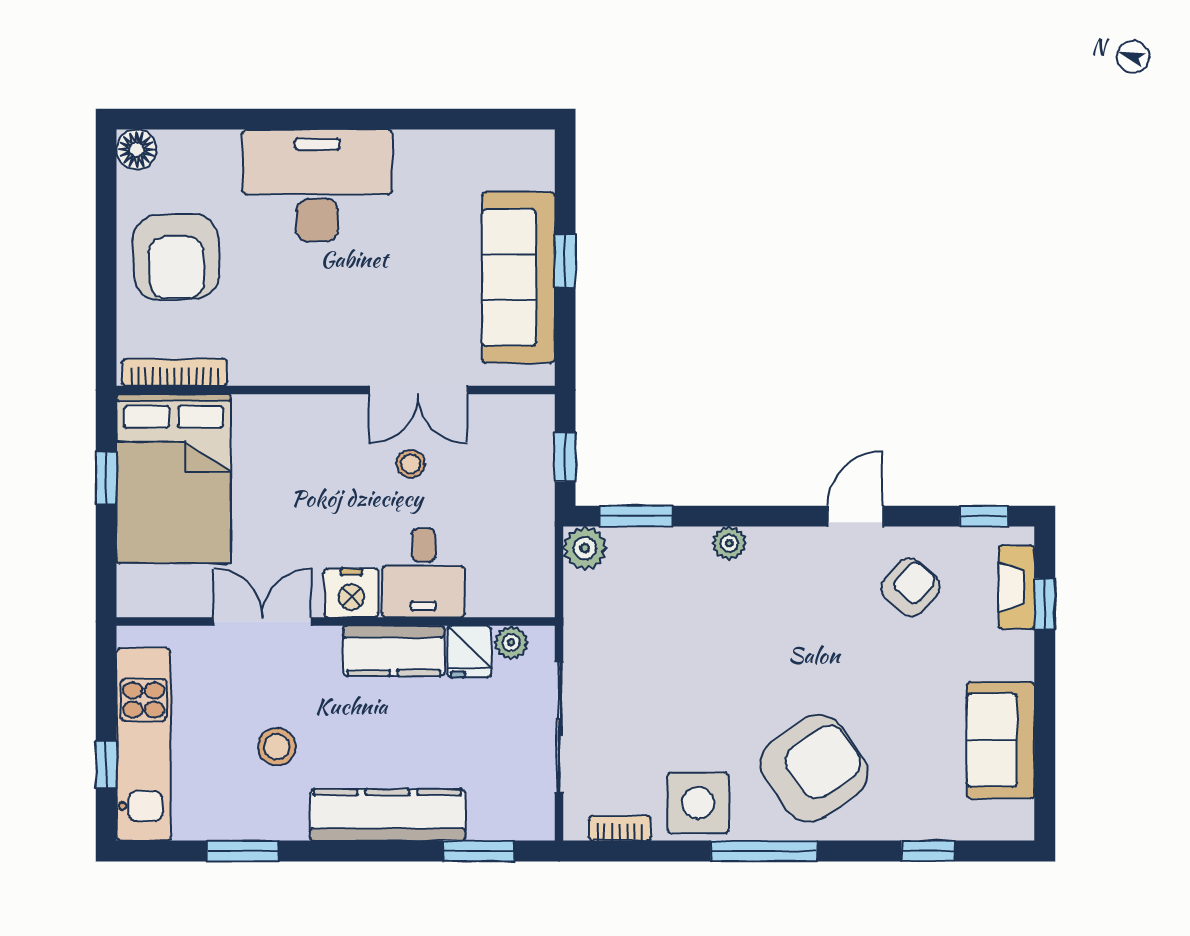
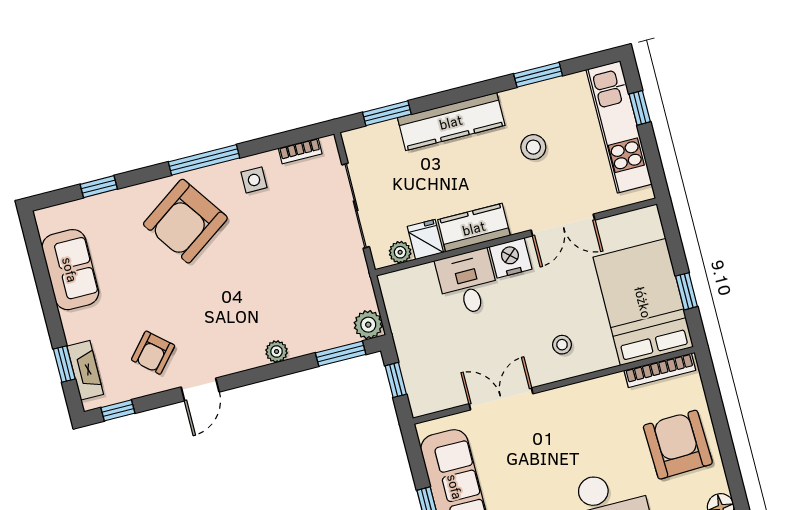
stool: (411, 464) -> (562, 345), moved
side table: (698, 803) -> (254, 180), width x0.54, depth x0.54

